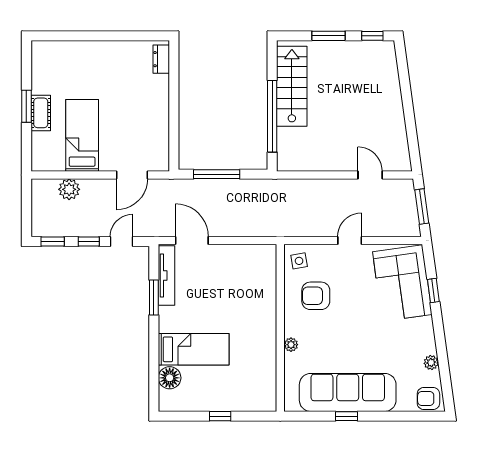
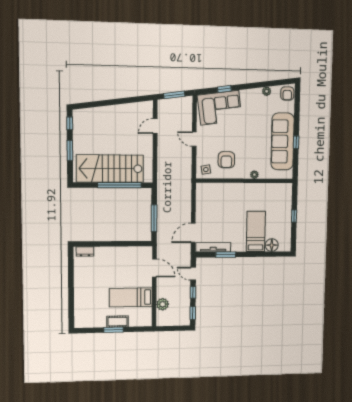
stairs: (292, 86) -> (110, 169), width x1.36, depth x1.51

